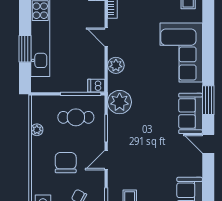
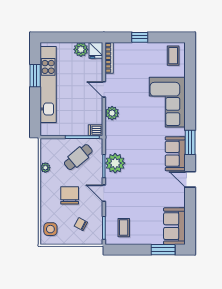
window: (25, 49) -> (35, 76), moved
plant: (120, 102) -> (115, 163), moved
cafe table: (76, 117) -> (78, 157), turned -40
door: (106, 160) -> (104, 193), hinge flipped

